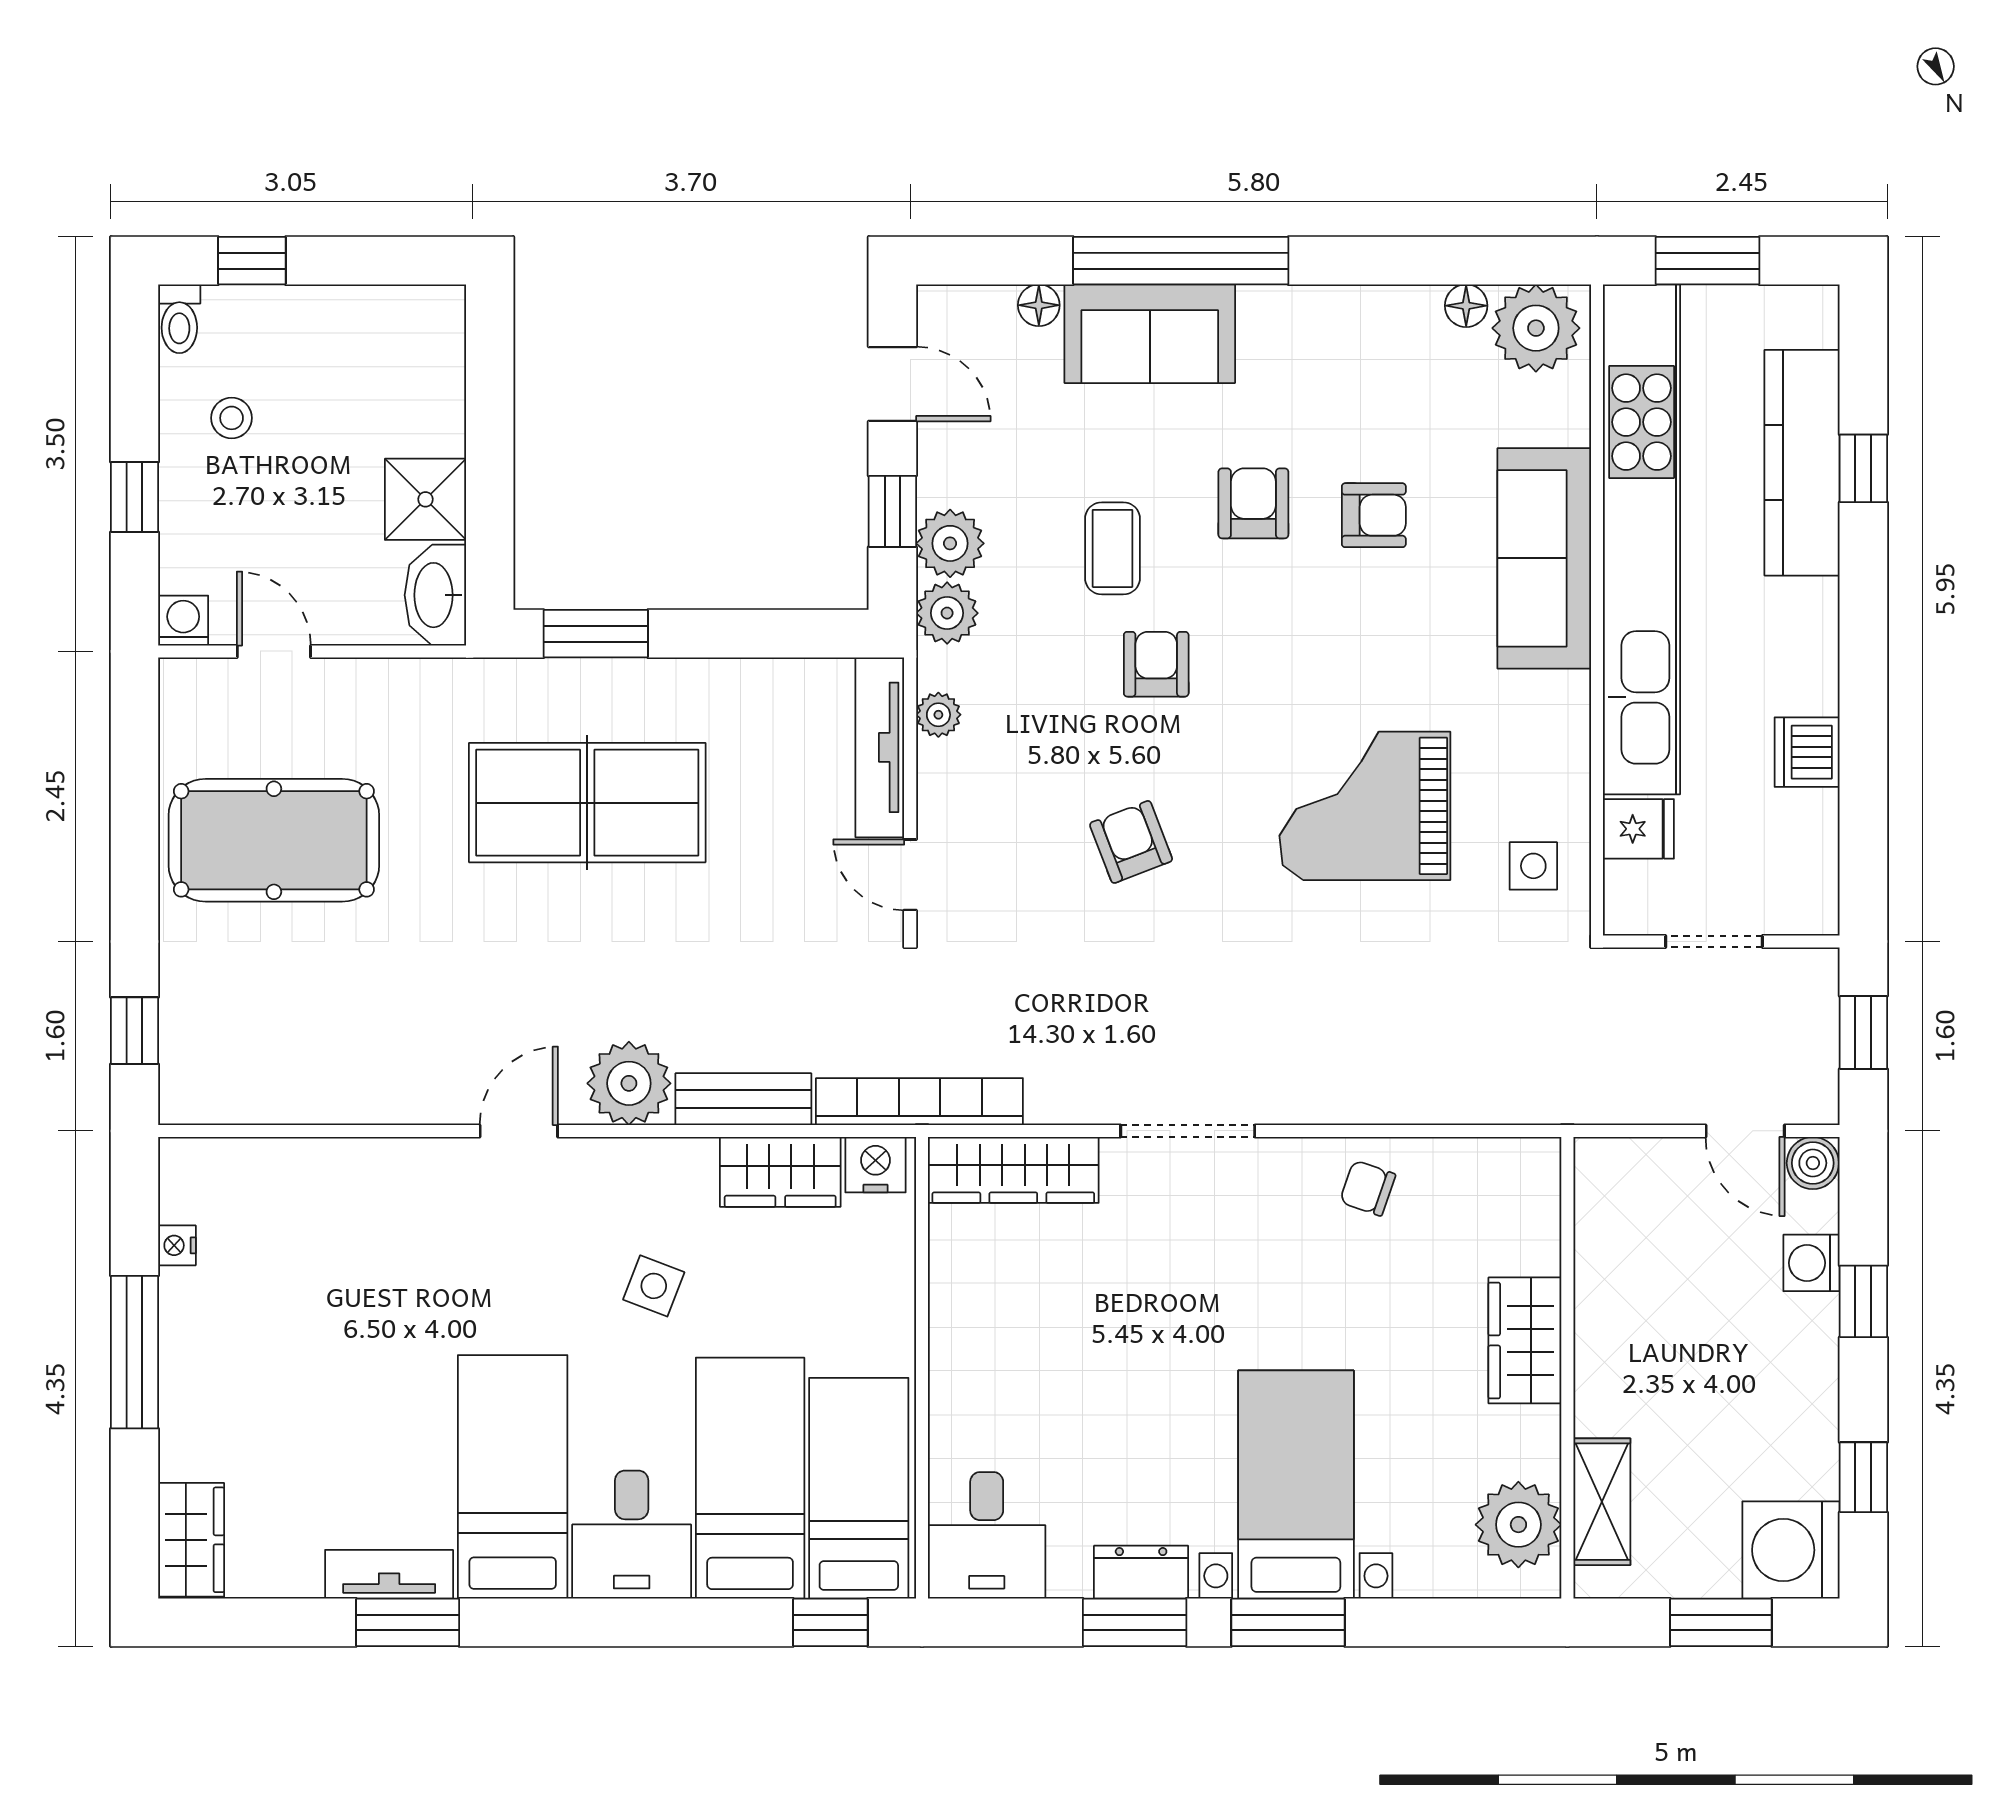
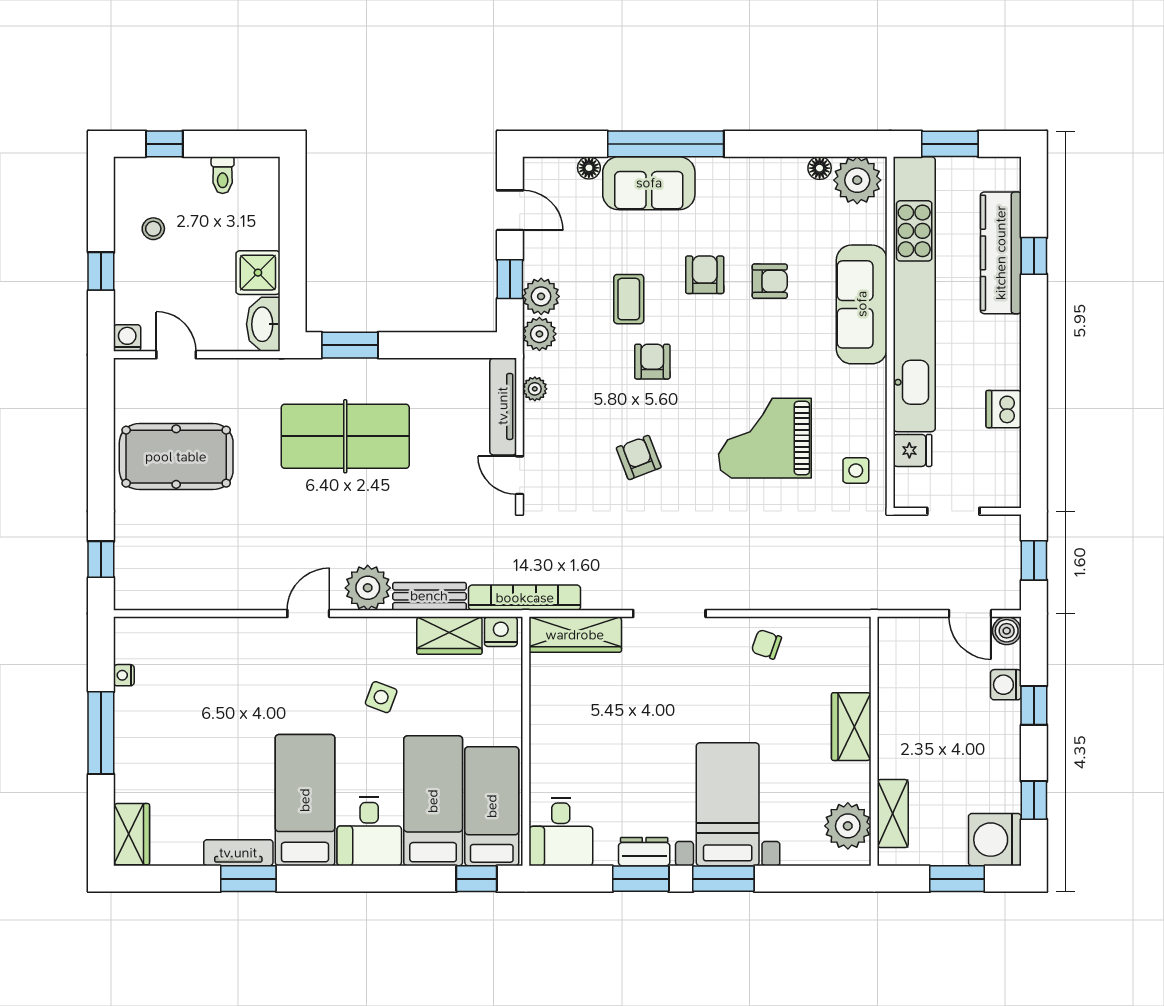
toilet: (179, 319) -> (223, 175), moved

